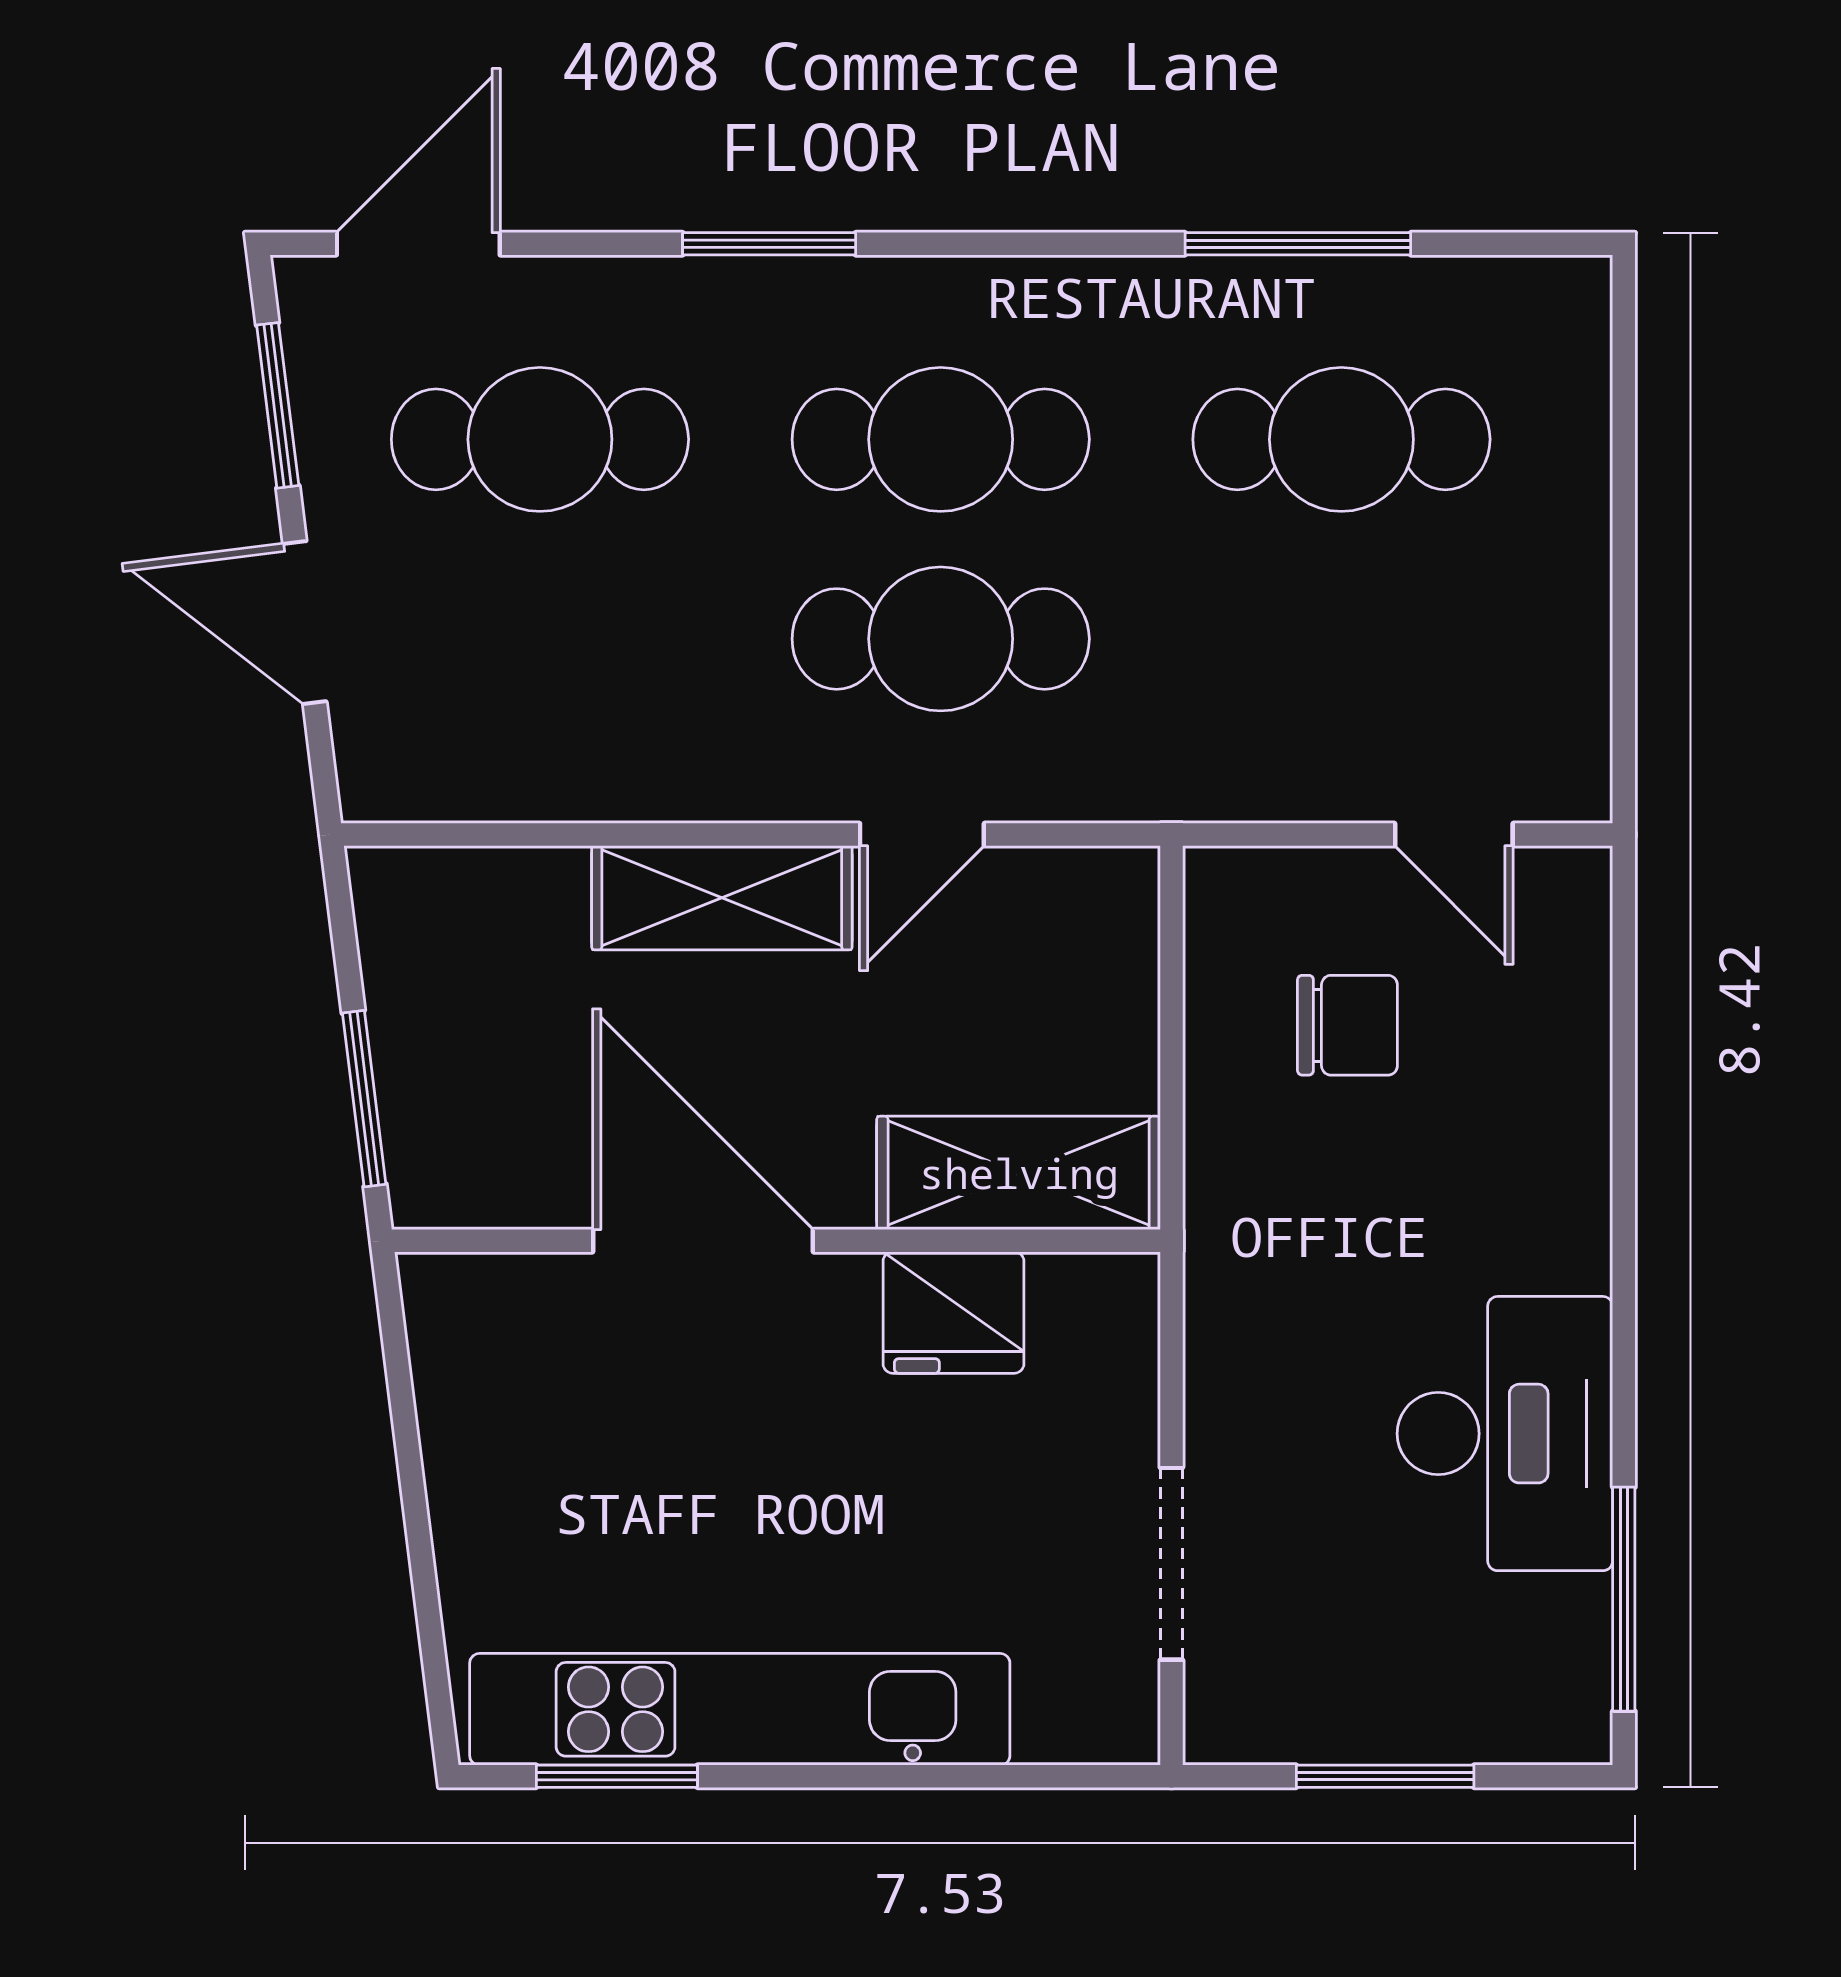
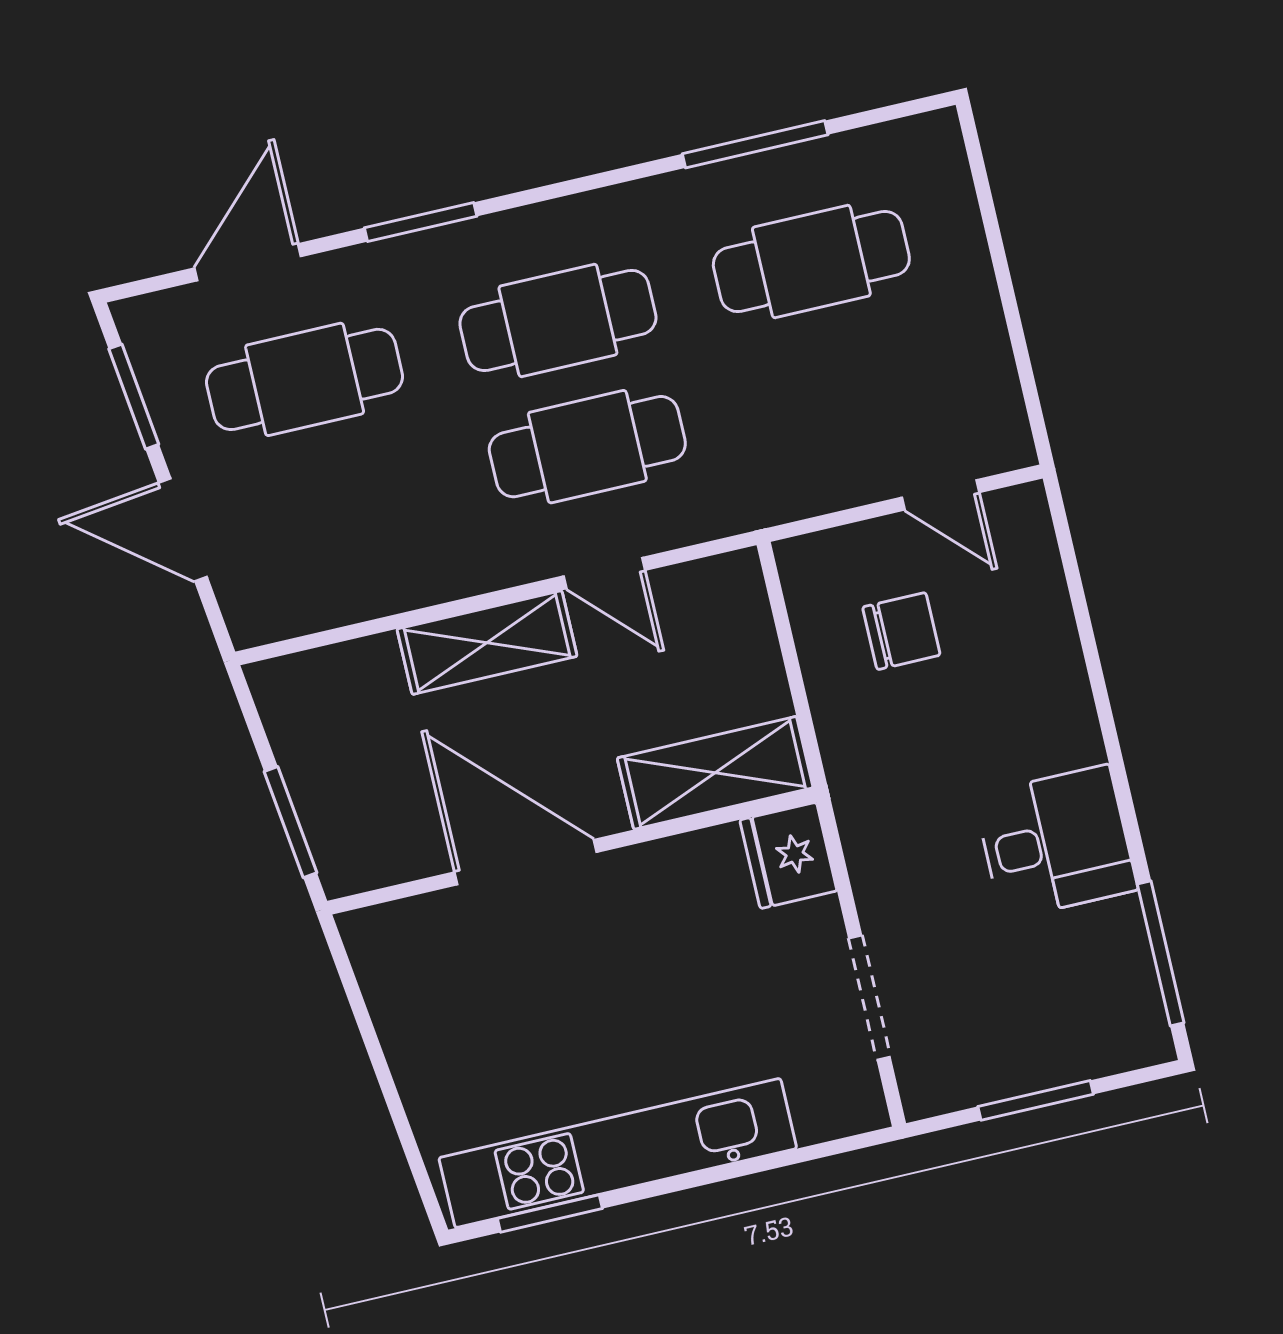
door: (418, 244) -> (248, 262), moved
door: (922, 835) -> (604, 573), hinge flipped
fridge: (954, 1313) -> (788, 855), moved, turned 90
desk: (1505, 1434) -> (1056, 843), width x0.73

